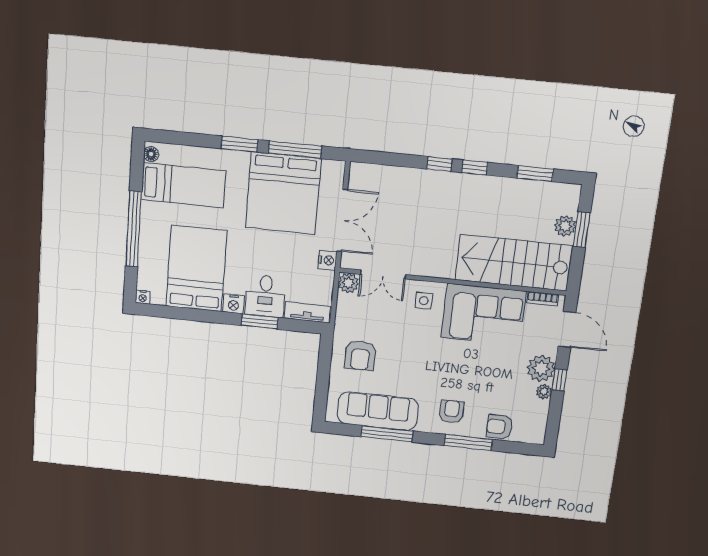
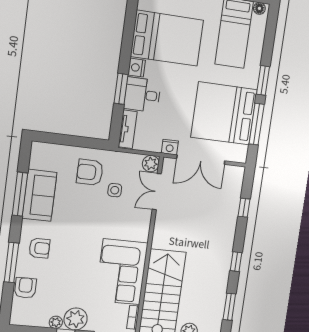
window: (440, 164) -> (244, 208), moved
side table: (424, 301) -> (115, 190), moved
sofa: (378, 411) -> (39, 195), width x0.73

